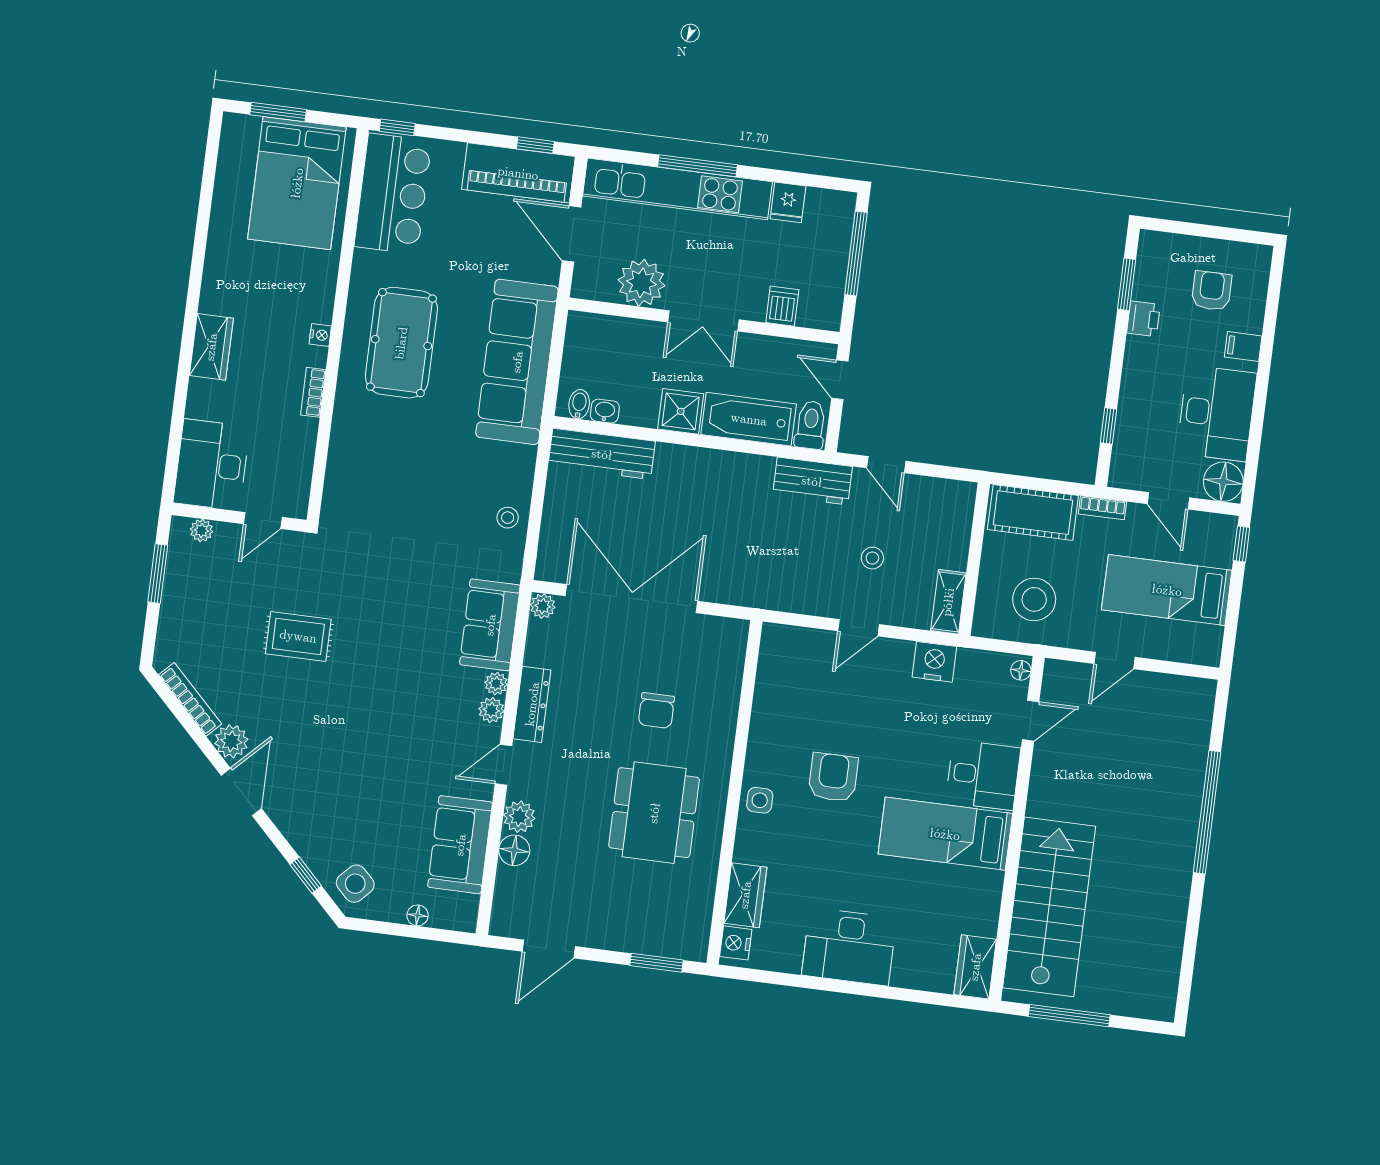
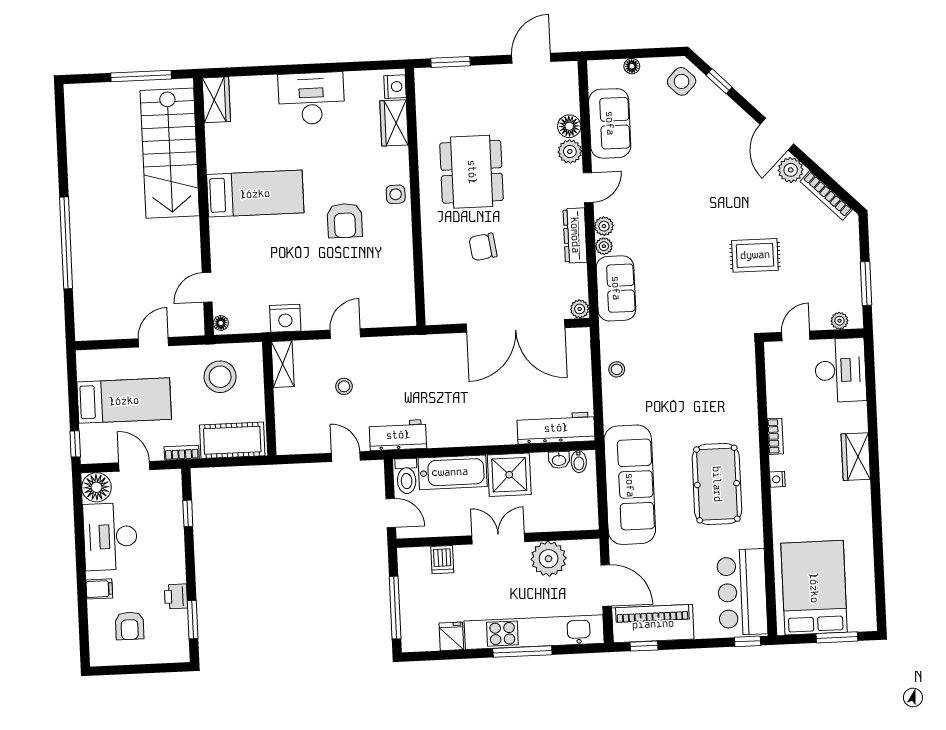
shower: (681, 411) -> (509, 475), width x1.36, depth x1.36
chair: (656, 711) -> (483, 247), turned -98
desk: (983, 775) -> (235, 241), removed

